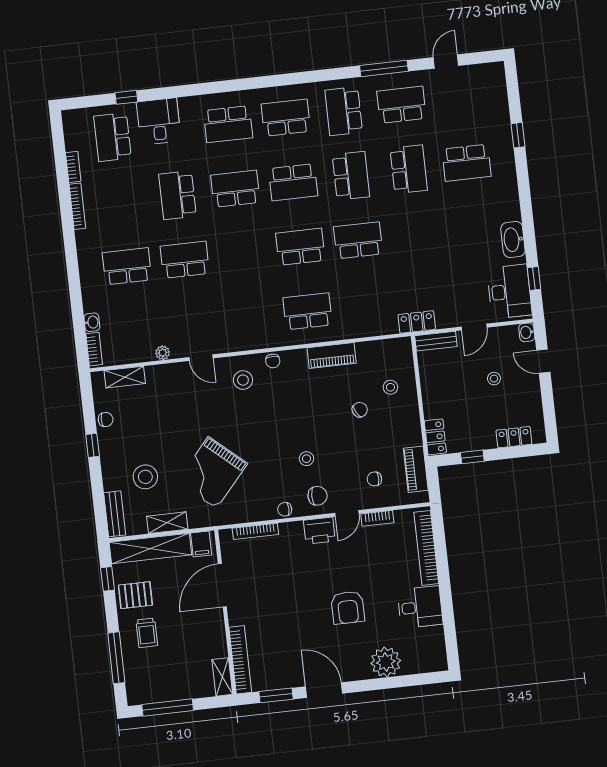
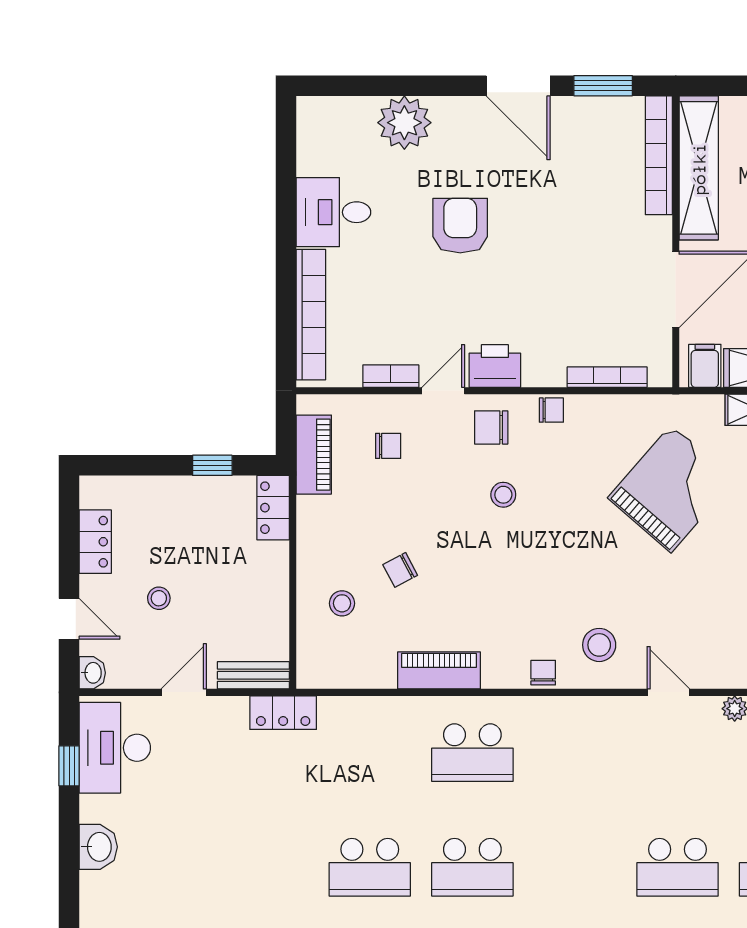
washbasin: (513, 239) -> (98, 847), width x0.72
locker: (514, 437) -> (95, 542), moved, turned -90
shelving: (222, 677) -> (699, 168), width x2.20, depth x1.33

